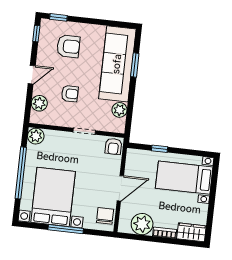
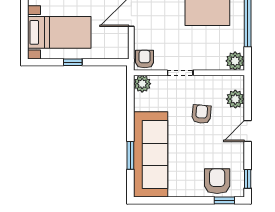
armchair: (68, 46) -> (217, 181), moved, turned 90
armchair: (70, 94) -> (201, 114), turned 95
plant: (120, 110) -> (142, 84), moved
window: (160, 149) -> (73, 62), moved

